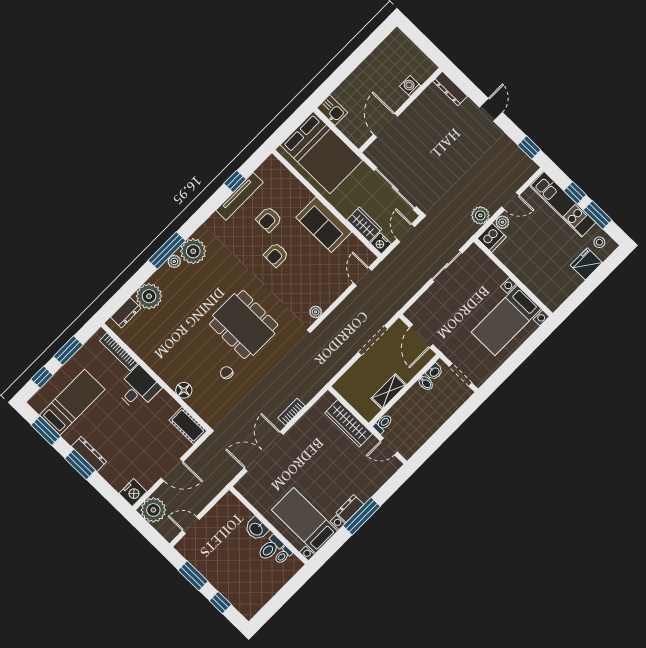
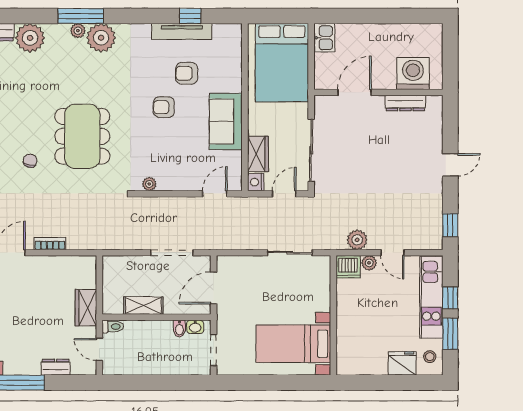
washing machine: (410, 86) -> (413, 74), width x1.89, depth x1.89
dresser: (450, 89) -> (405, 103), moved, turned -90
wardrobe: (349, 423) -> (86, 308), width x0.67
dresser: (350, 509) -> (56, 367), moved

